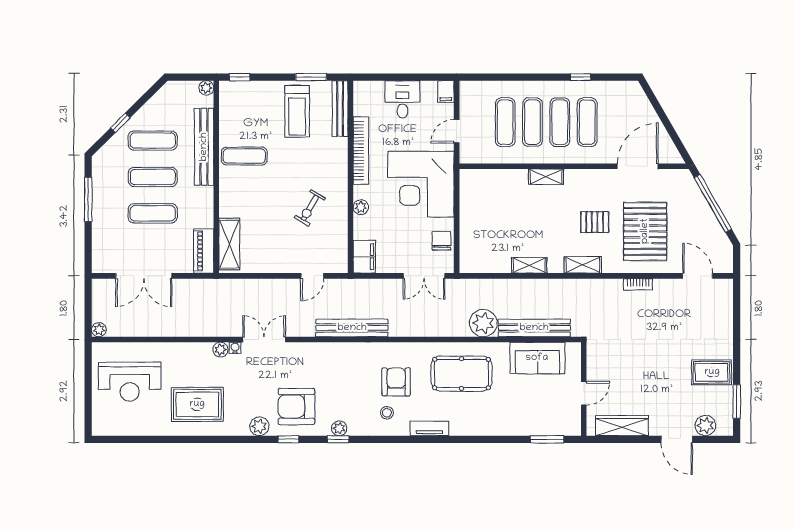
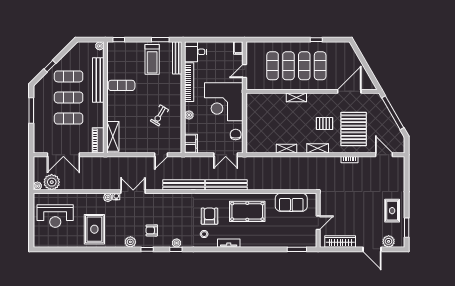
desk: (402, 99) -> (196, 52), moved, turned -90
plant: (483, 323) -> (52, 182), moved
bench: (534, 328) -> (226, 185), moved
rug: (712, 372) -> (392, 211), turned 90
rug: (197, 404) -> (94, 229), turned 90
armchair: (296, 406) -> (152, 230), width x0.53, depth x0.53

